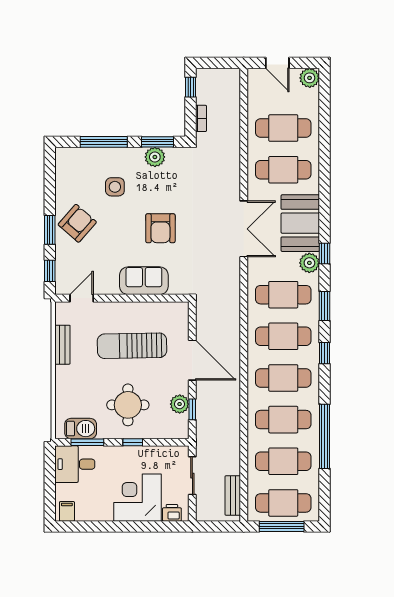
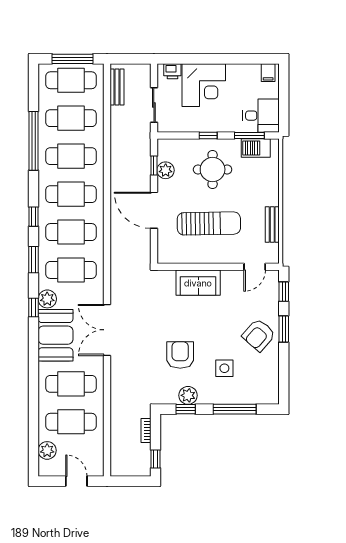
plant: (310, 78) -> (47, 450), moved
window: (158, 142) -> (186, 409), width x0.67
armchair: (160, 228) -> (180, 355), moved

